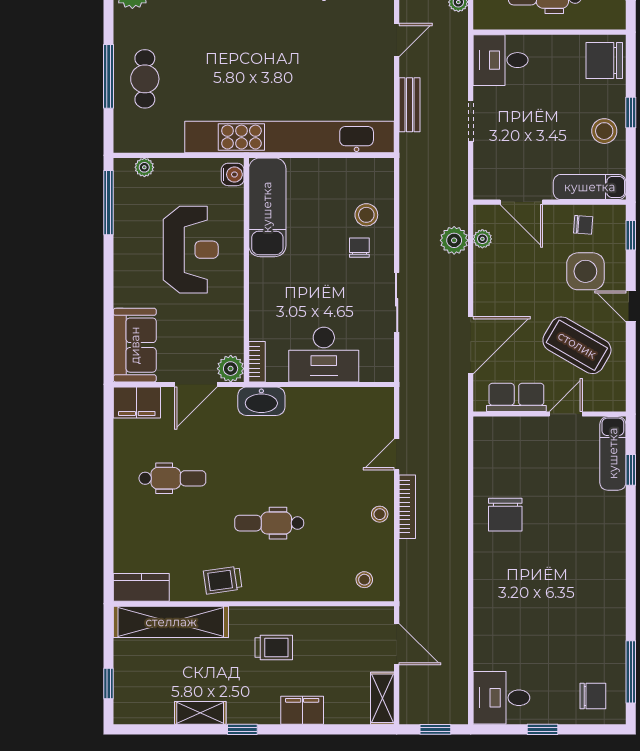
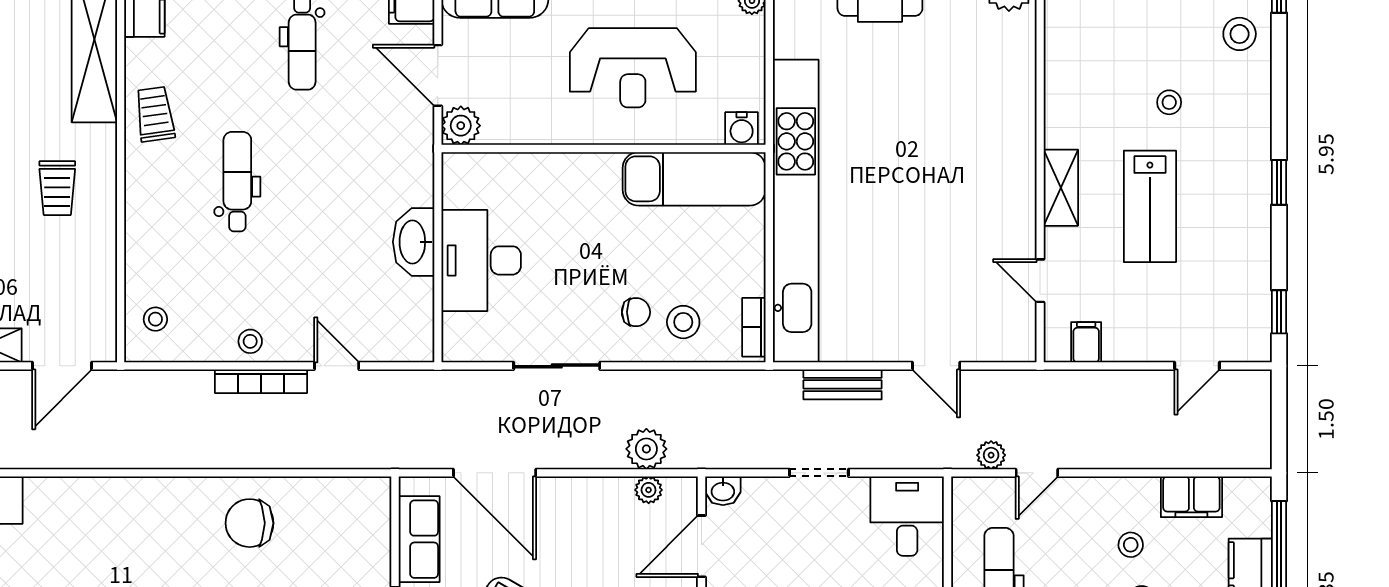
washbasin: (483, 187) -> (723, 491), added
bookcase: (257, 362) -> (754, 327), moved, turned 90
washbasin: (261, 401) -> (414, 242), moved

